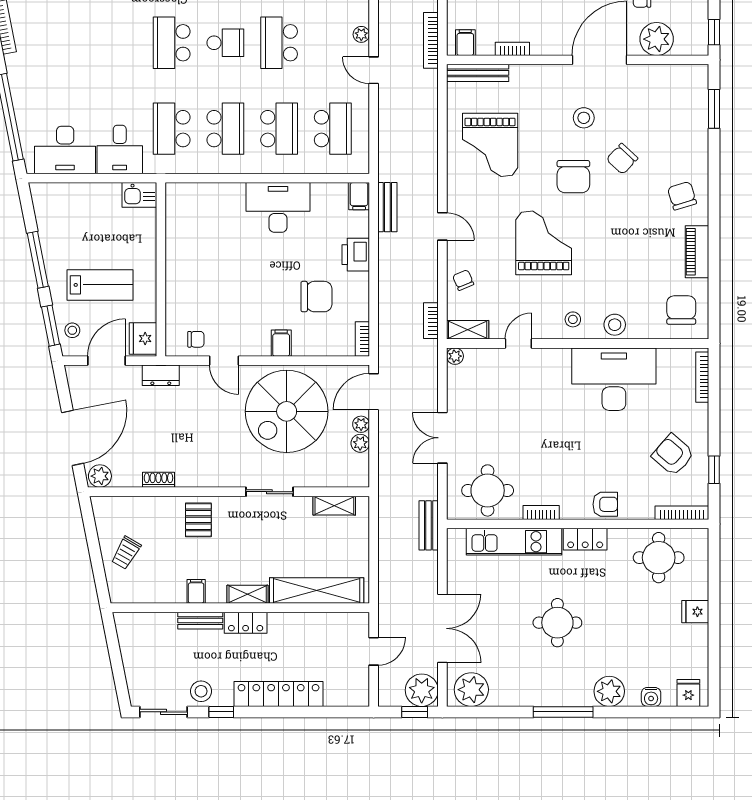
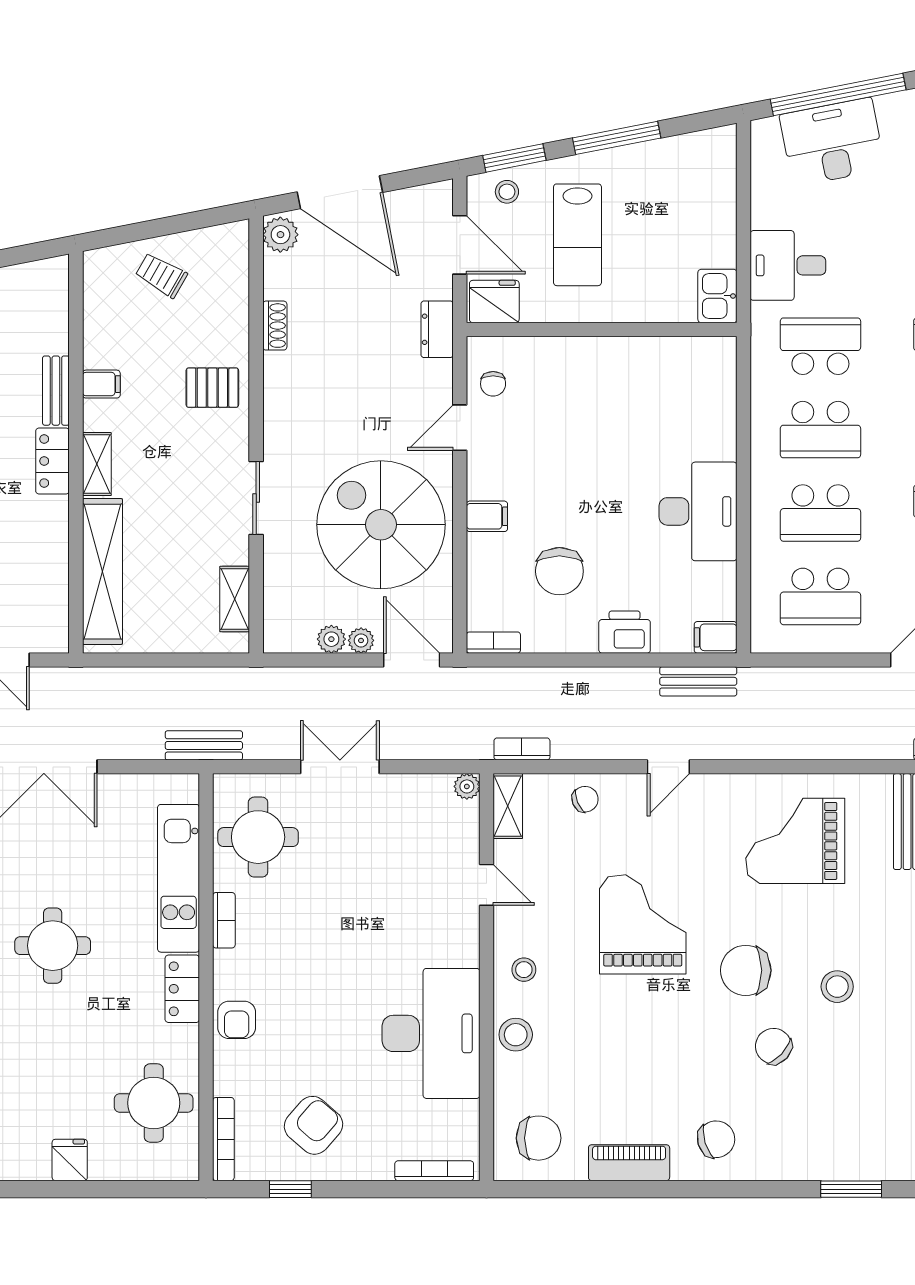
desk: (65, 150) -> (832, 142), moved, turned 79
grand piano: (544, 243) -> (643, 924), turned -90

